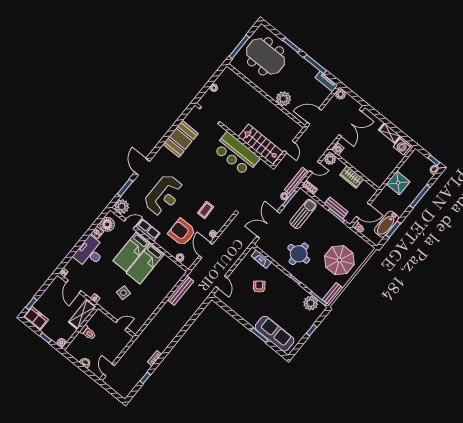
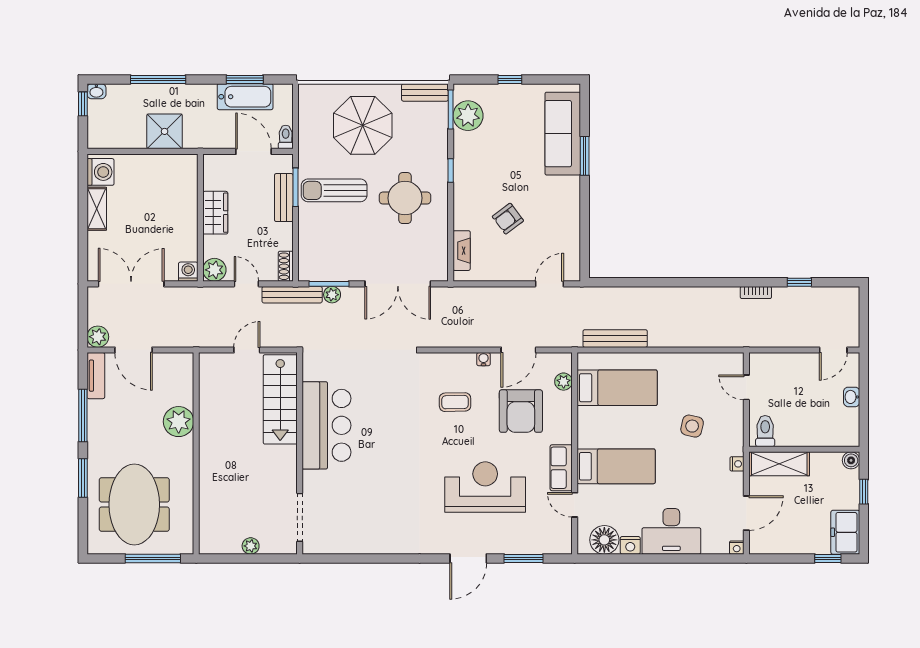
door: (314, 116) -> (133, 350), moved
booth: (181, 139) -> (374, 533), removed
plant: (122, 207) -> (557, 540), removed
sun lounger: (303, 214) -> (334, 190), moved
bed: (145, 263) -> (617, 388), moved
toilet: (88, 333) -> (765, 431), moved

